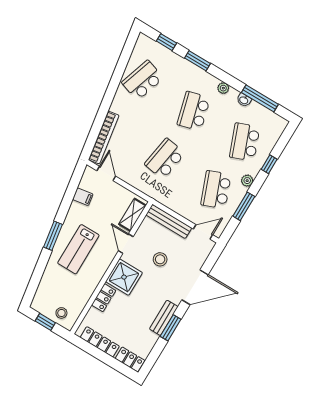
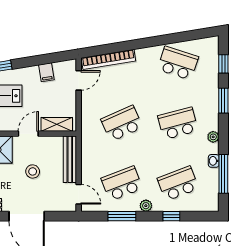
school desk: (165, 159) -> (122, 123), turned -33

